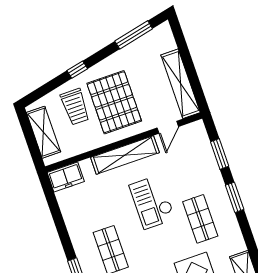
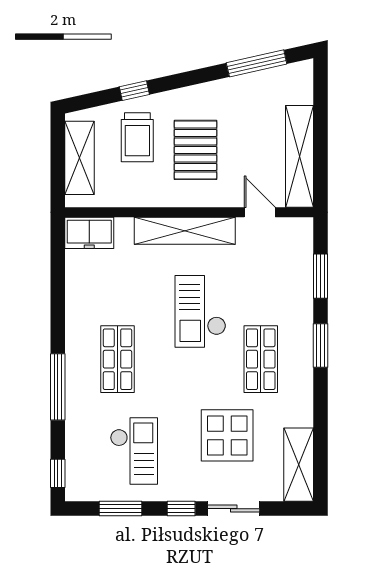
window: (77, 70) -> (134, 91), moved
pallet: (114, 102) -> (196, 150), width x0.73, depth x0.71
door: (168, 127) -> (260, 212), swing flipped

